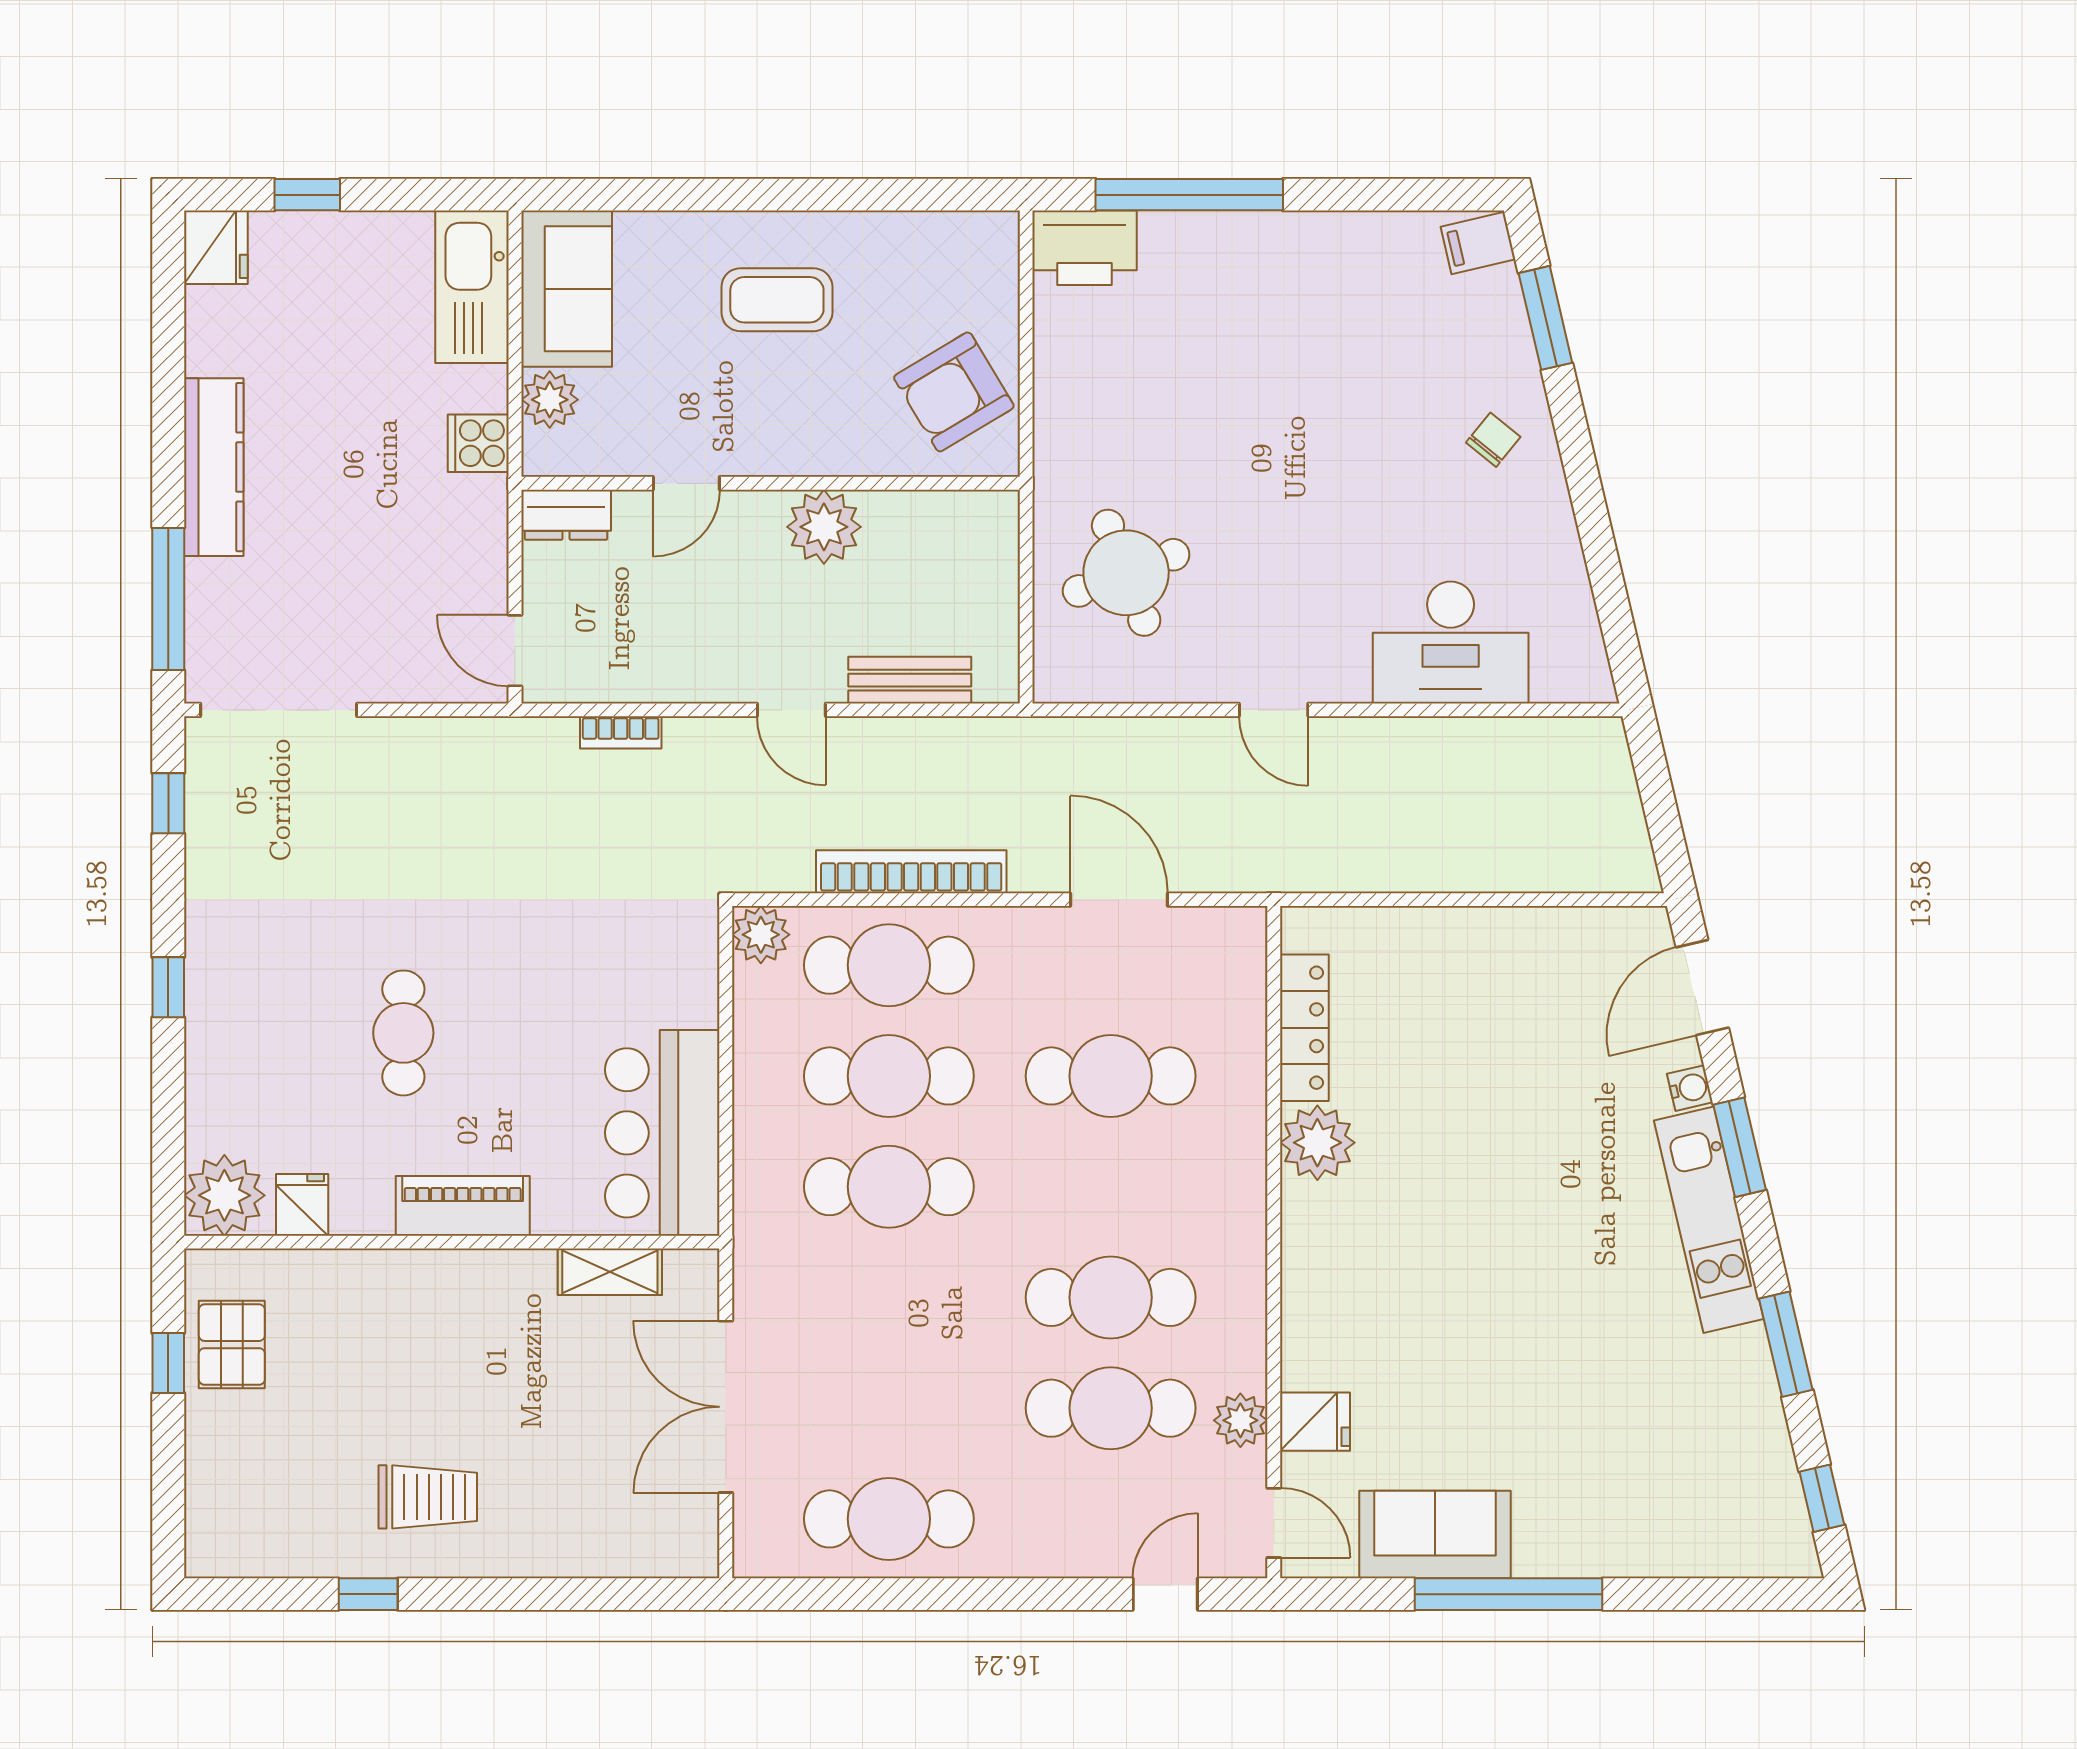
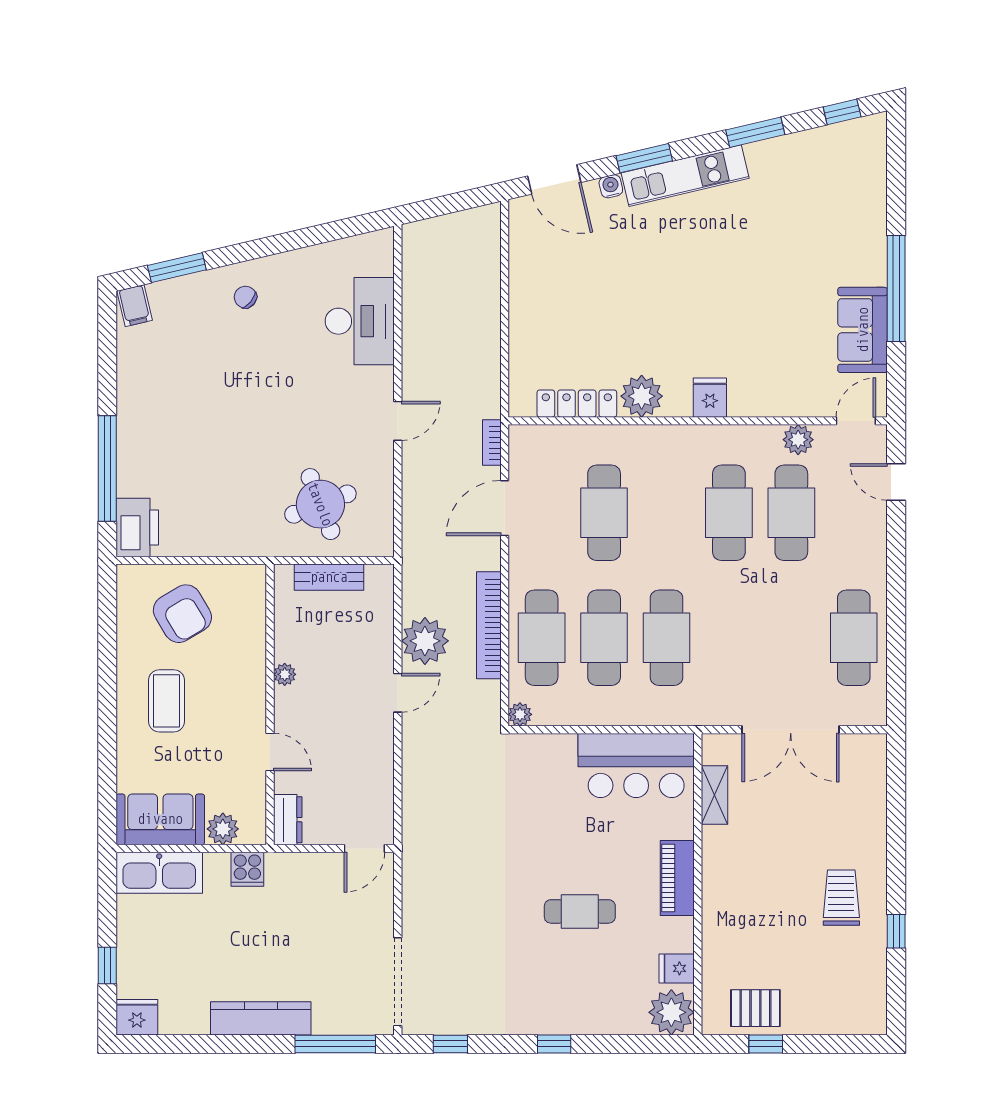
armchair: (954, 392) -> (182, 614), moved
plant: (824, 527) -> (285, 674), width x0.53, depth x0.53
bench: (910, 680) -> (329, 577), moved, turned 90
bookcase: (621, 732) -> (492, 443), moved, turned 180
plant: (883, 758) -> (425, 641), added
plant: (761, 935) -> (520, 714), width x0.73, depth x0.73
fridge: (1315, 1422) -> (710, 398), moved

